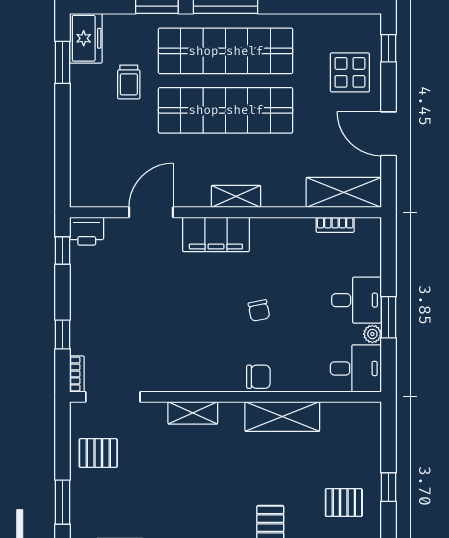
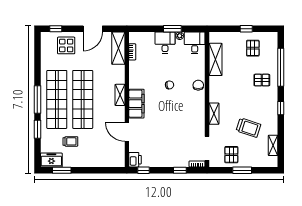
shelving: (282, 417) -> (216, 59), moved
trolley: (161, 492) -> (248, 128), added
window: (63, 502) -> (242, 170), moved

